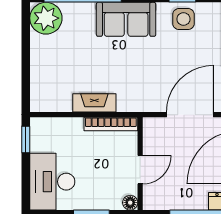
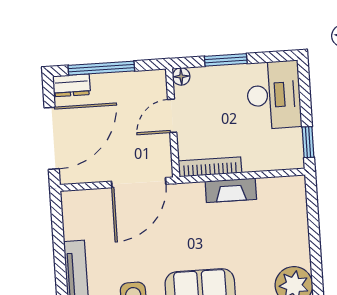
door: (190, 115) -> (139, 183), moved

